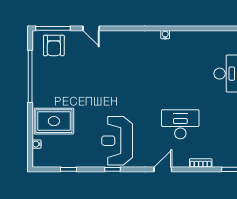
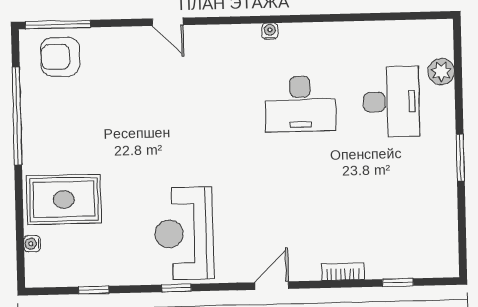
door: (91, 28) -> (168, 22), moved
armchair: (54, 45) -> (60, 57), turned 90
desk: (180, 124) -> (300, 104), moved, turned 180

